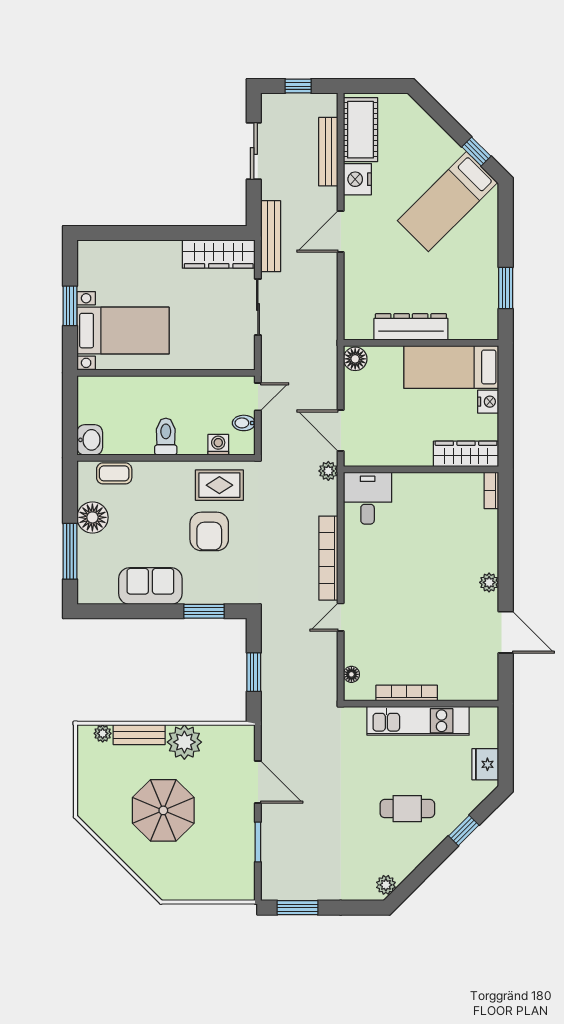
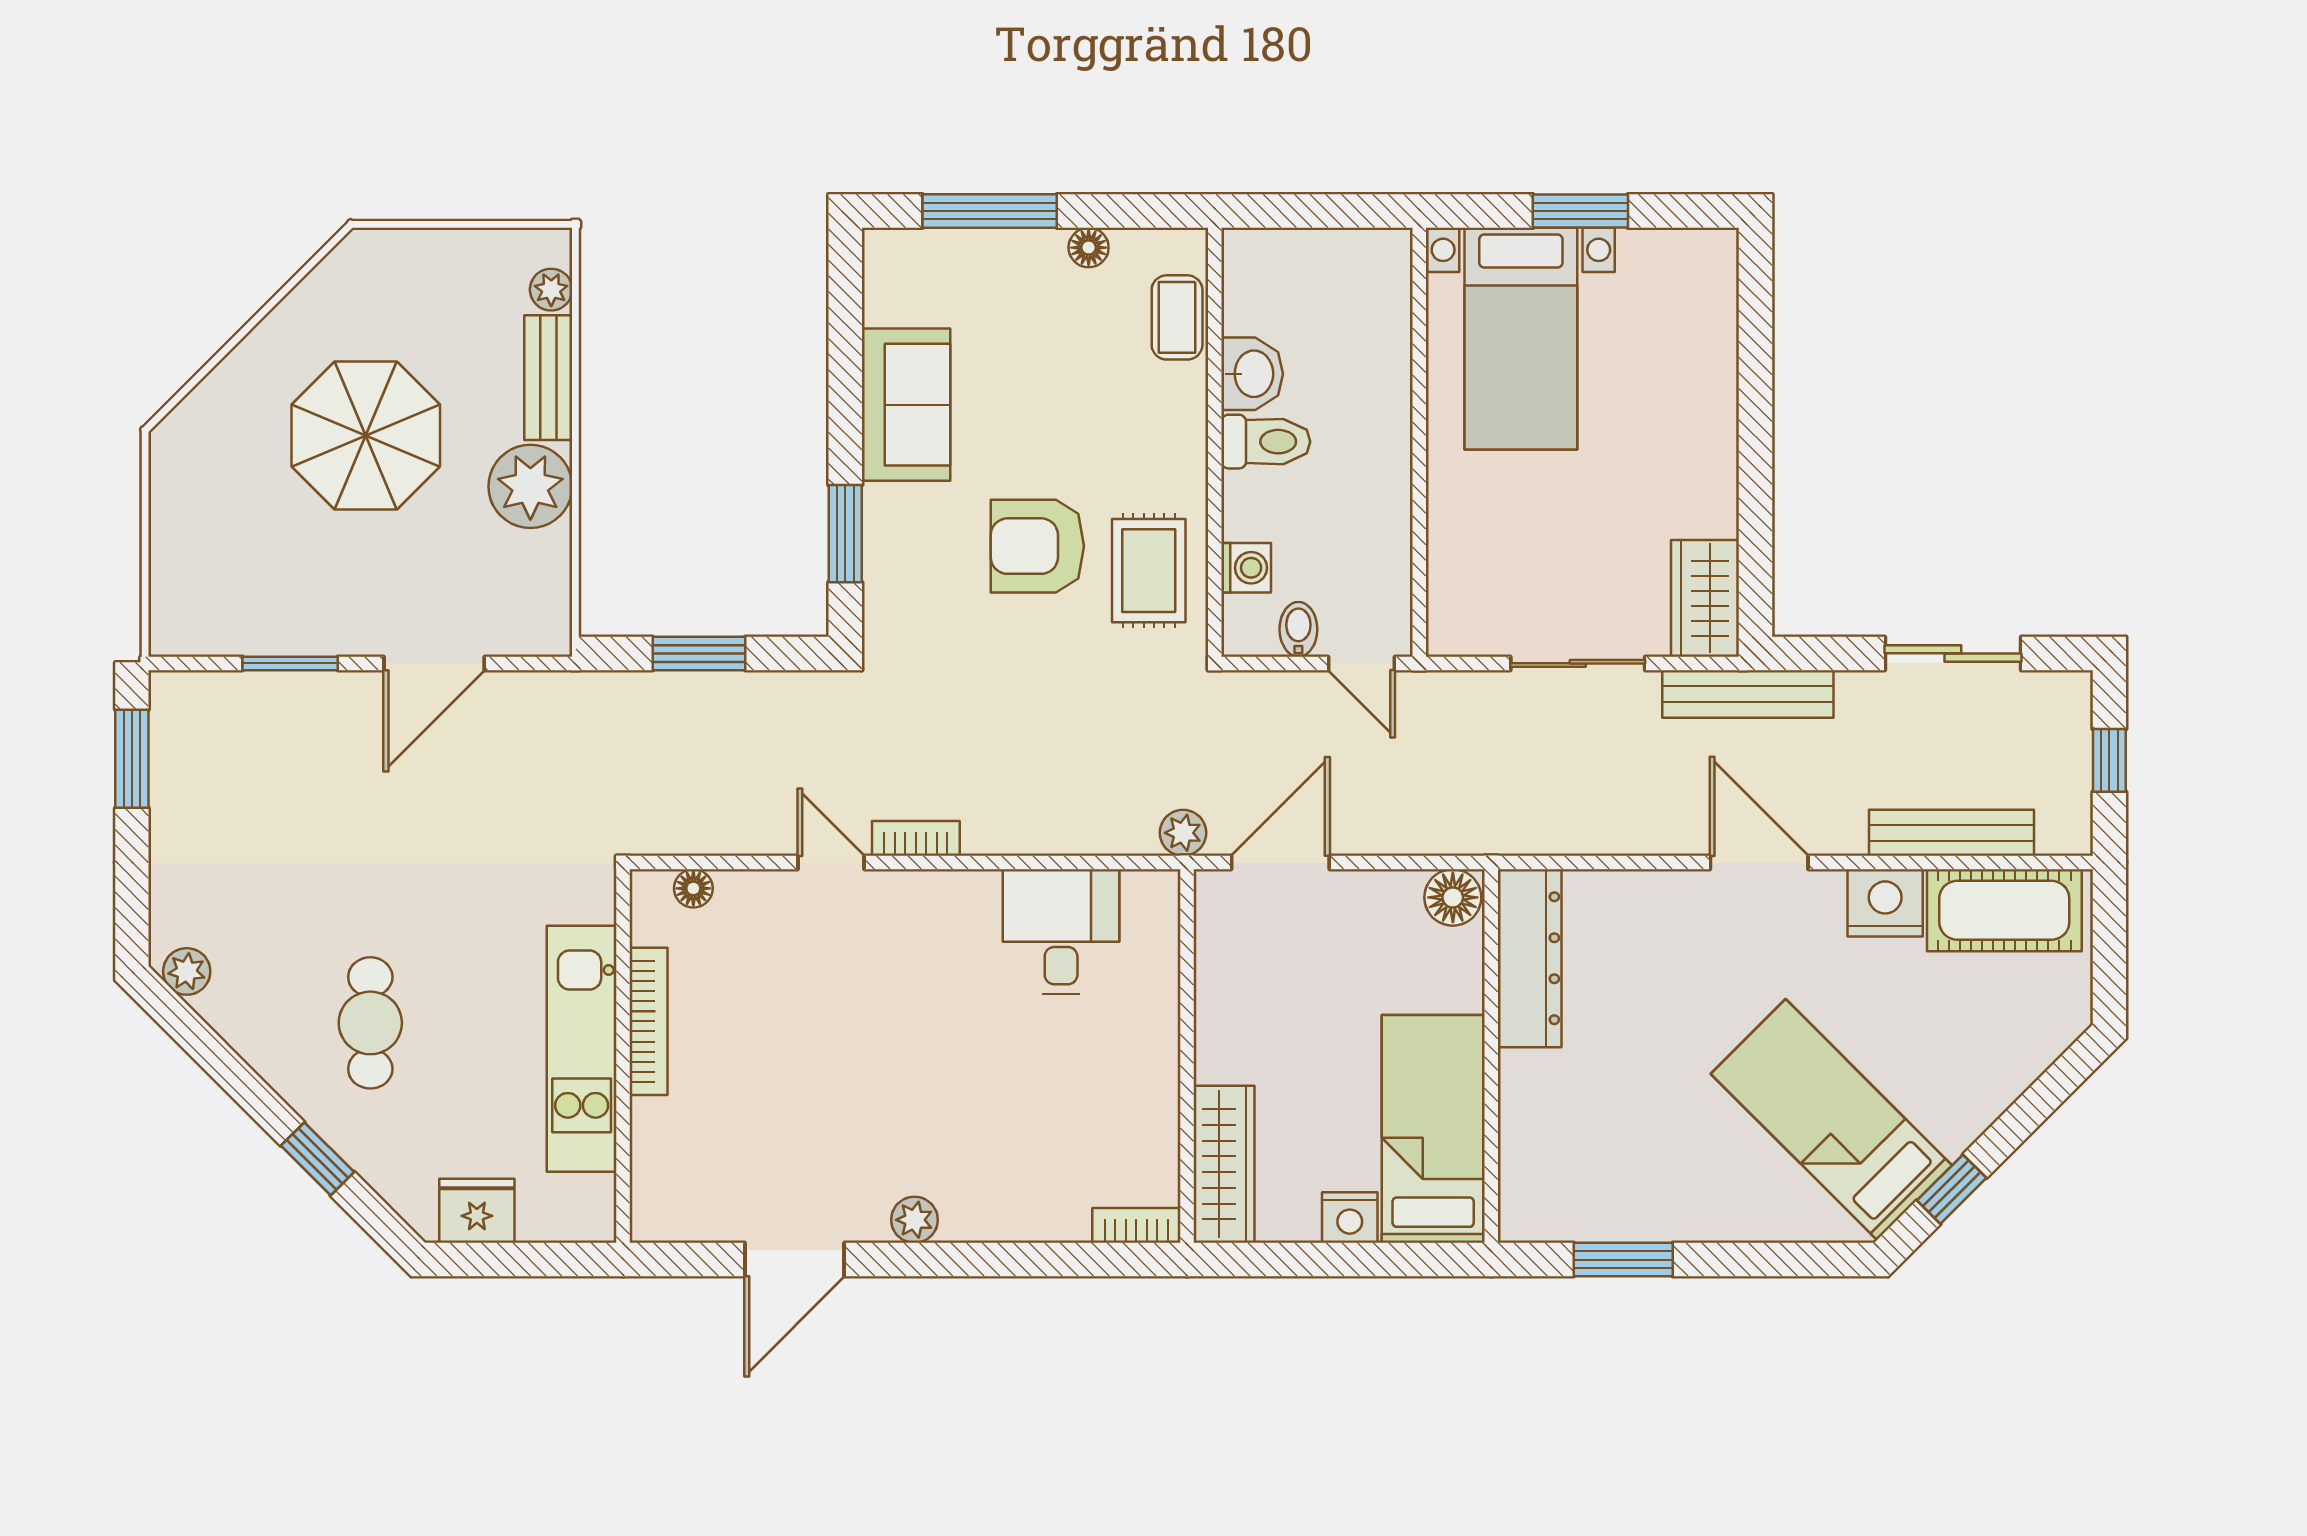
wardrobe: (219, 254) -> (1705, 598), width x0.67
dresser: (411, 327) -> (1530, 958), moved
washbasin: (90, 440) -> (1252, 374), moved, turned -90
desk: (368, 498) -> (1061, 932), moved, turned -90
floor lamp: (92, 517) -> (1089, 248), width x0.53, depth x0.53
bookcase: (328, 558) -> (916, 838), width x0.43, depth x0.76

